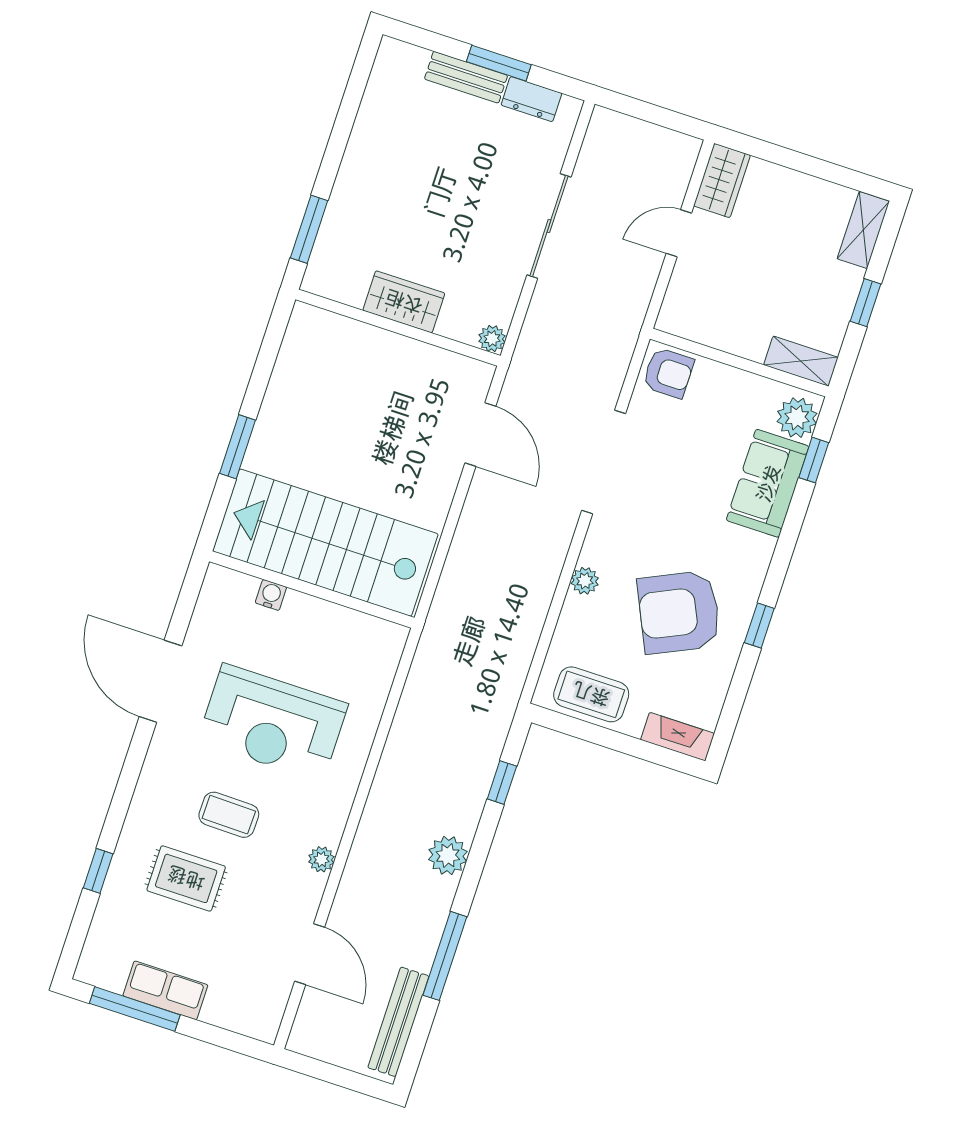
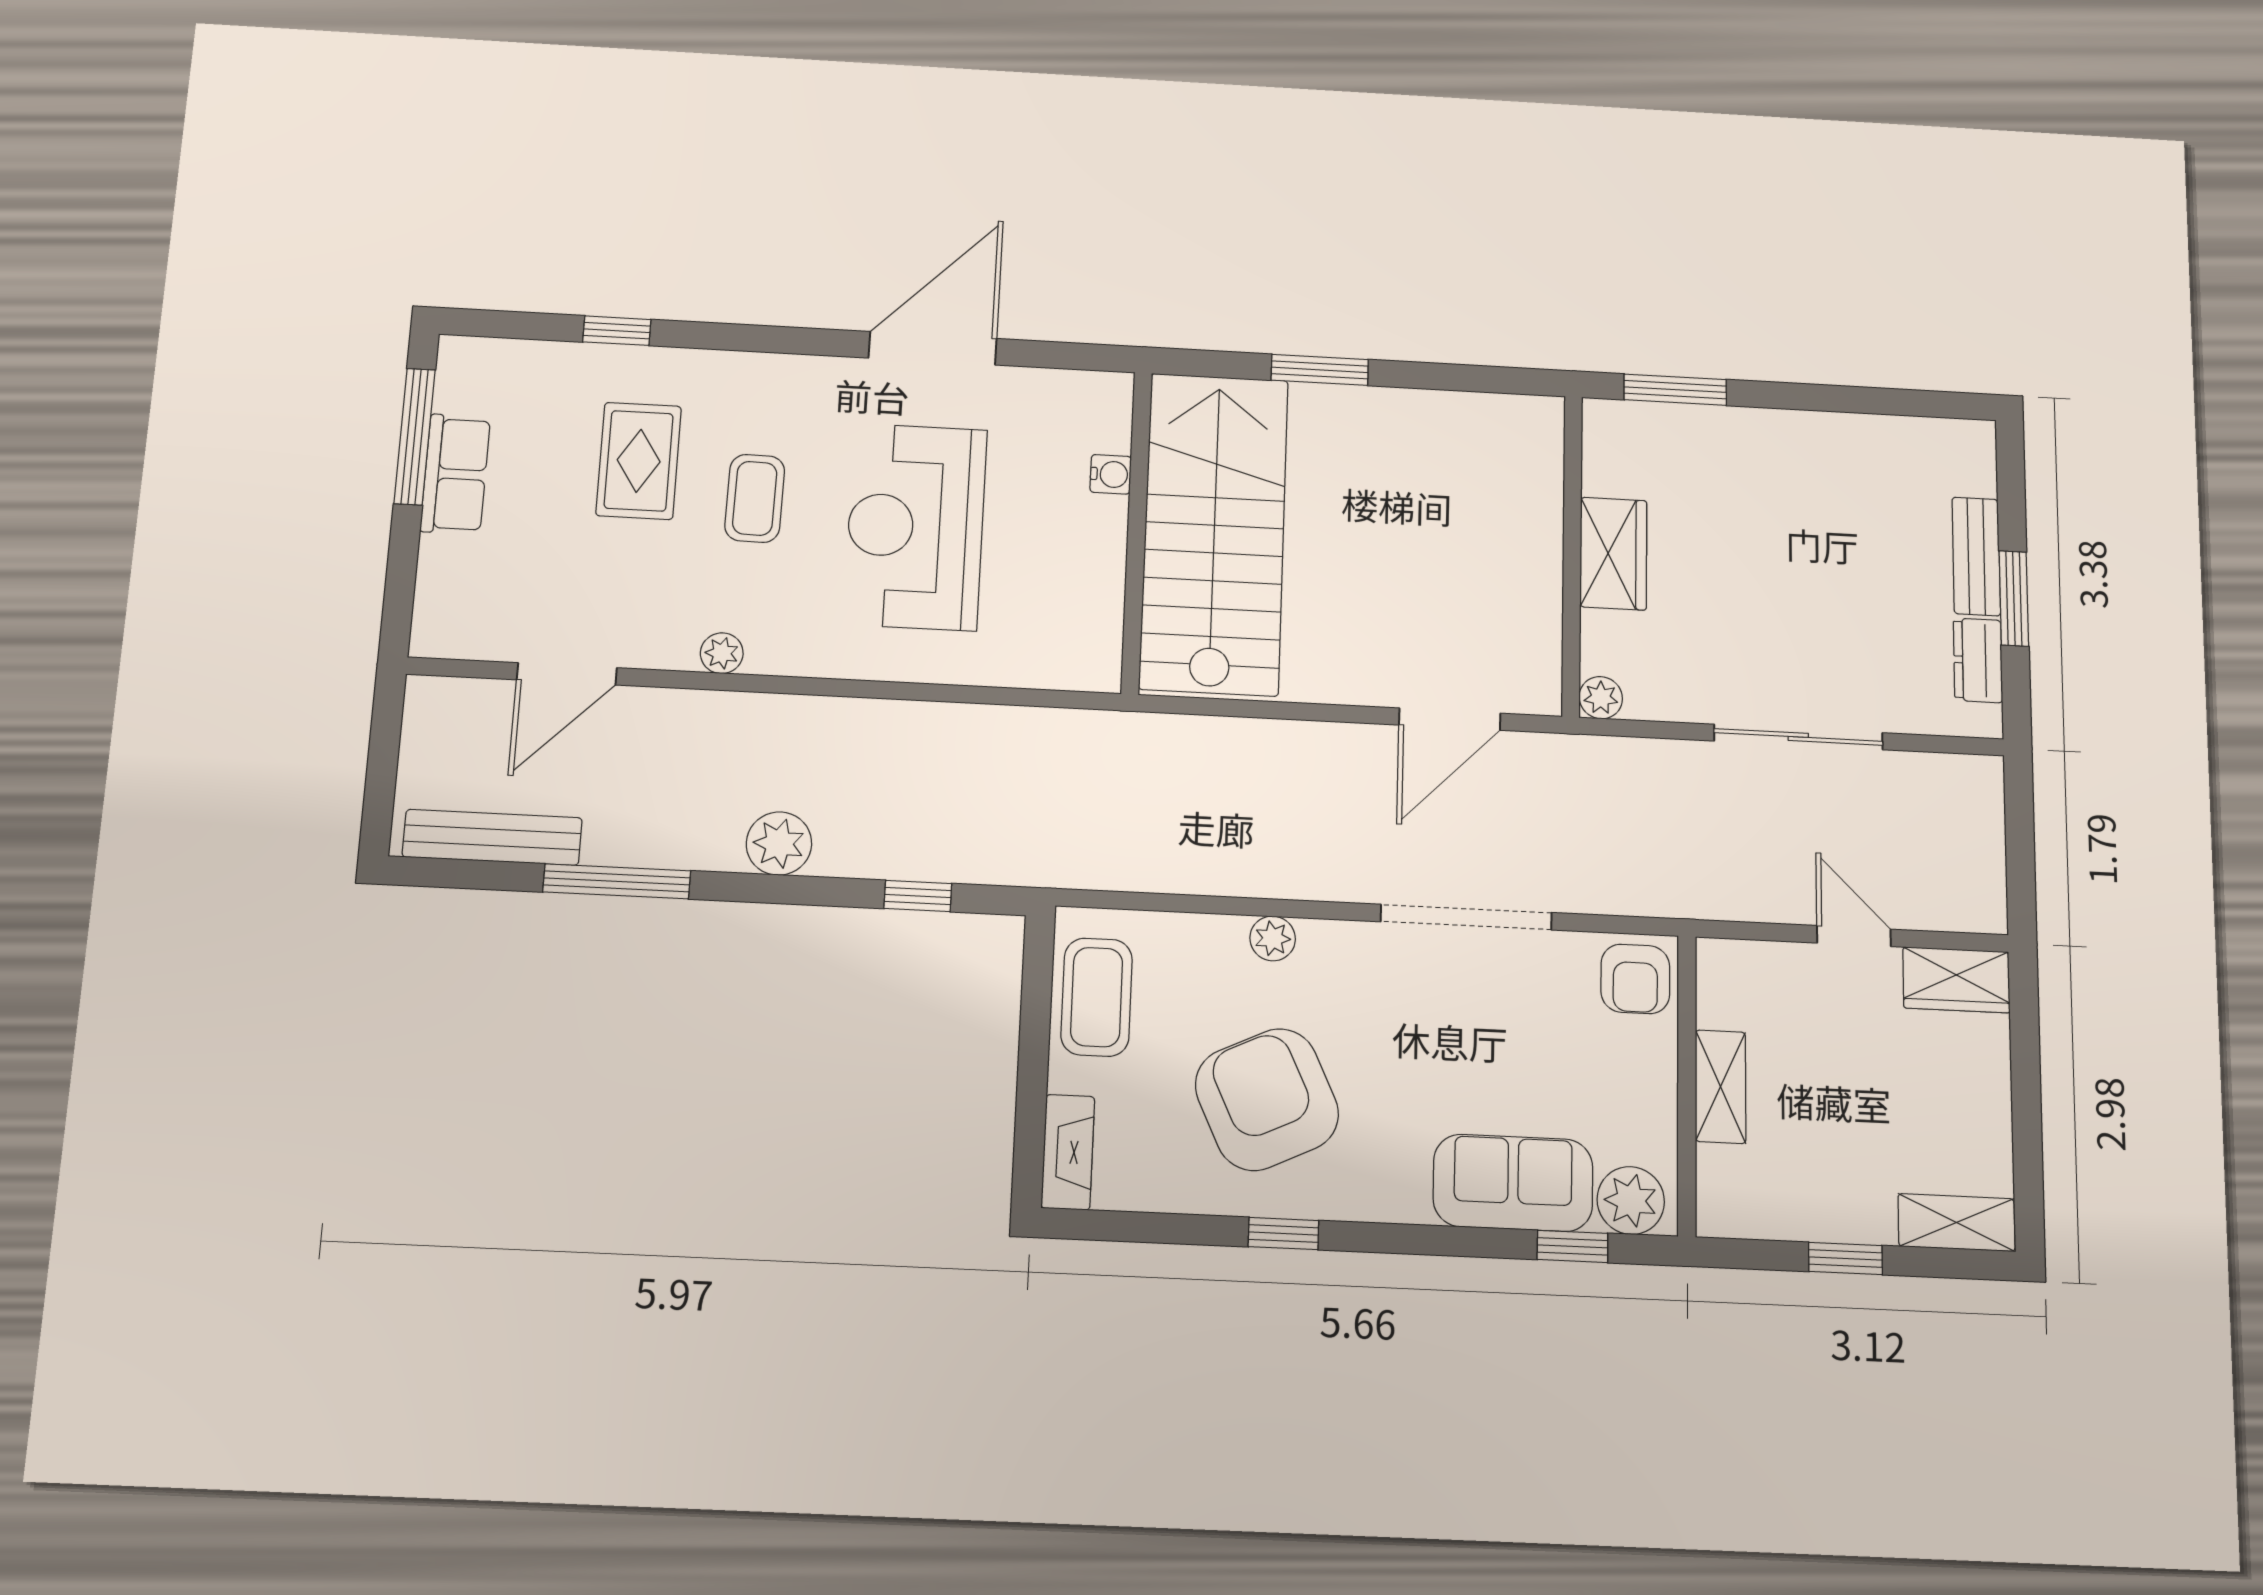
shelving: (801, 361) -> (1721, 1087), moved

